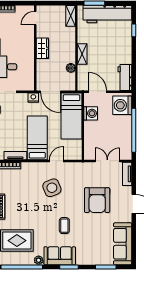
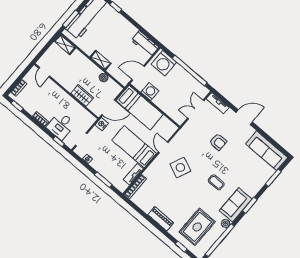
wardrobe: (42, 48) -> (82, 95), moved
side table: (52, 188) -> (180, 168), turned 45
armchair: (97, 200) -> (218, 142), width x0.53, depth x0.53

